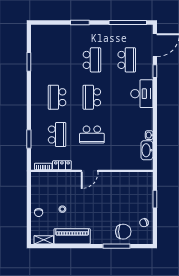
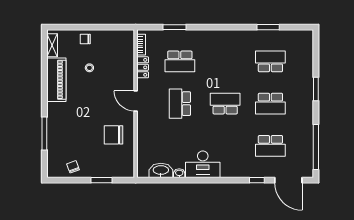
desk: (142, 94) -> (203, 164), moved
school desk: (57, 97) -> (270, 61), moved
chair: (123, 232) -> (114, 135), moved, turned 90

